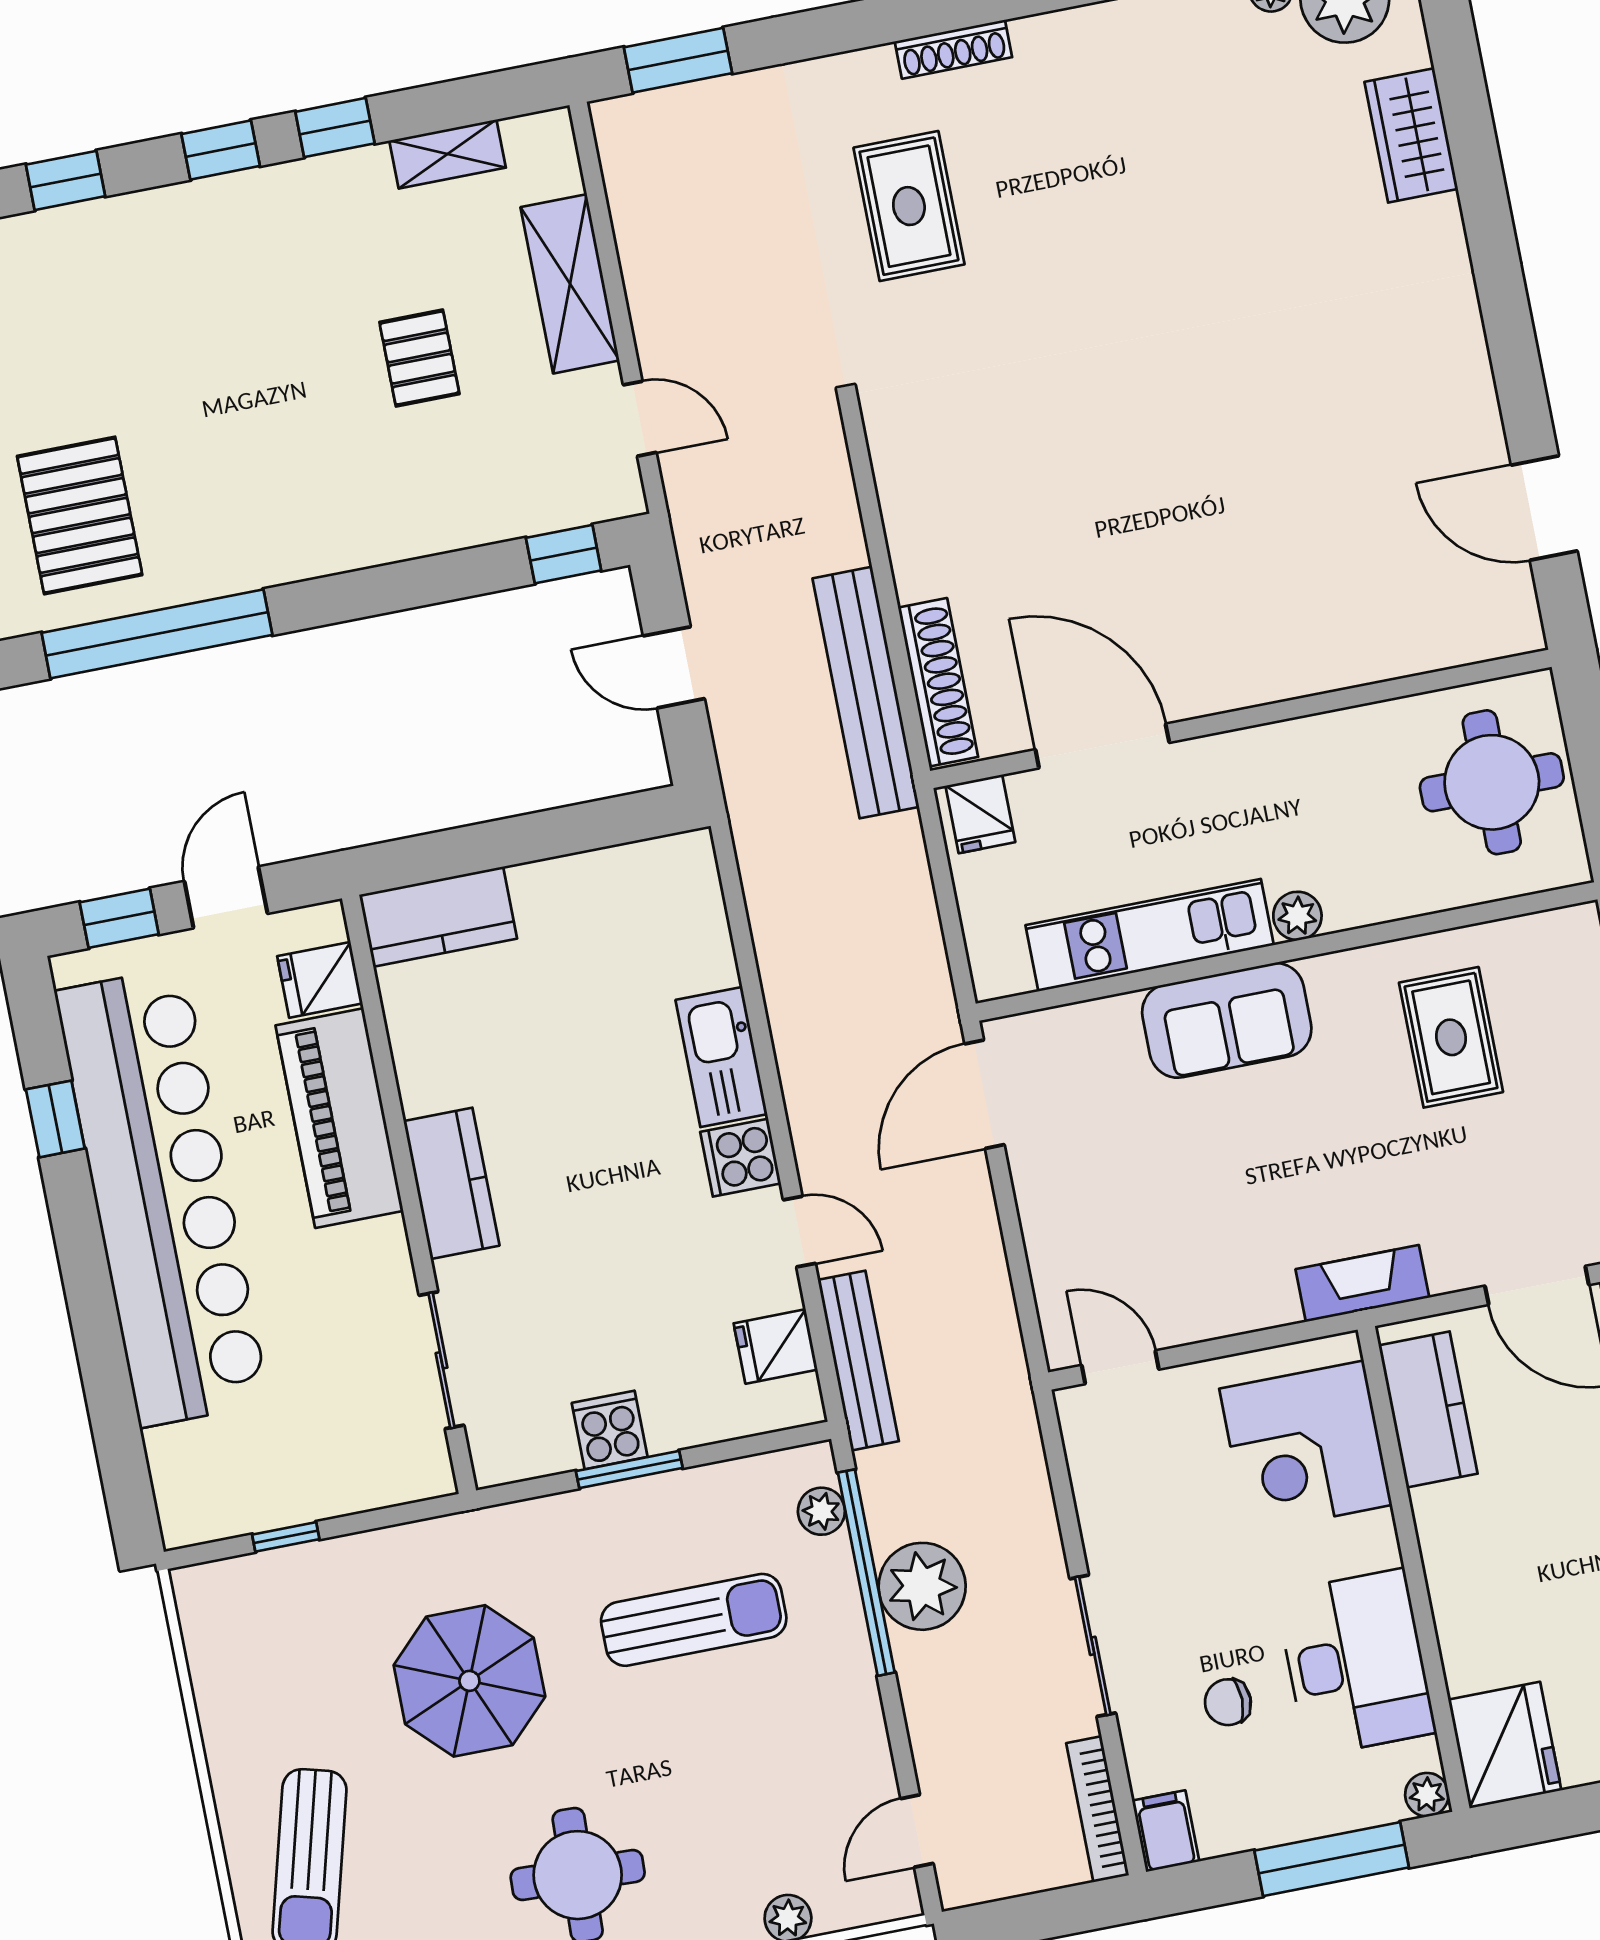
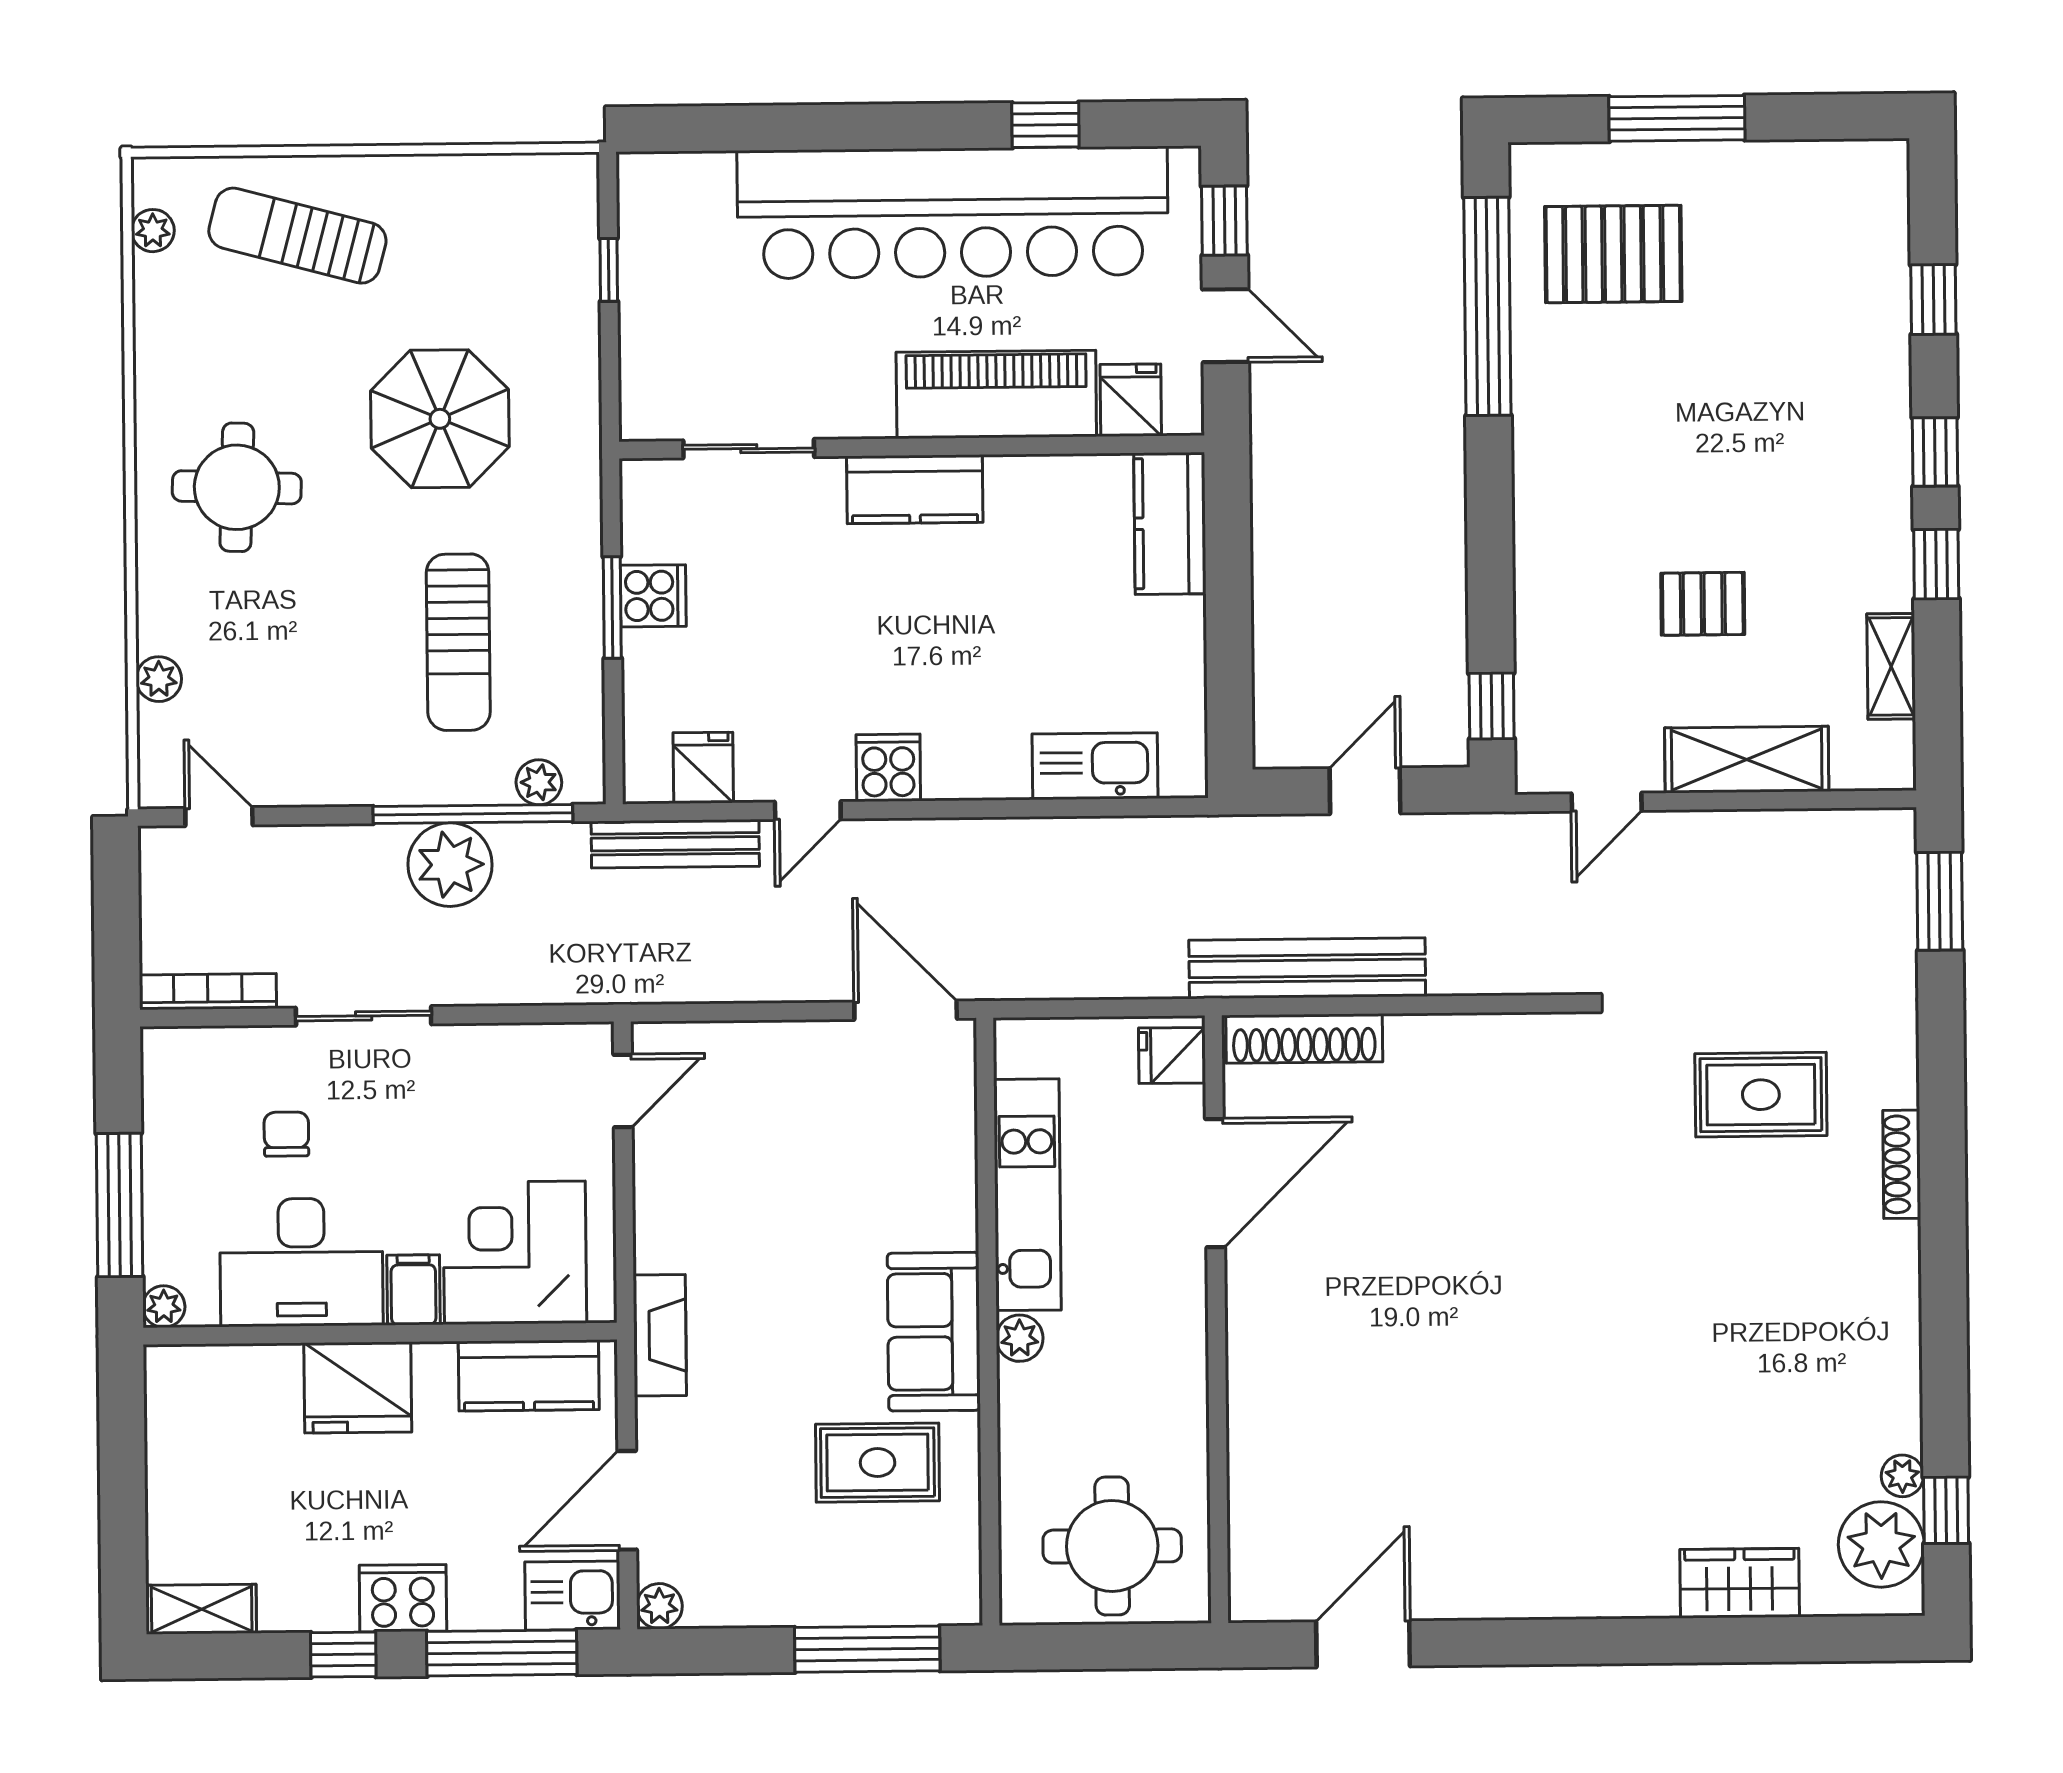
sofa: (1227, 1020) -> (934, 1332), moved
kitchen sink: (721, 1057) -> (1095, 766), moved
fridge: (1505, 1745) -> (358, 1387), moved
filing cabinet: (1166, 1831) -> (413, 1290), moved, turned -90

